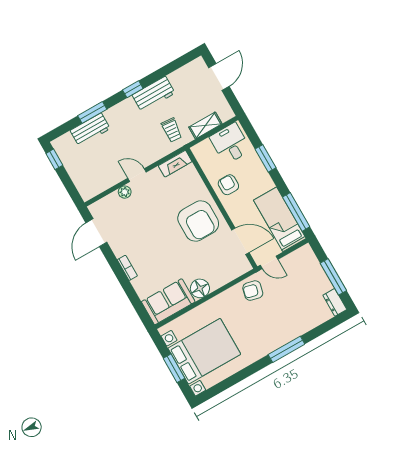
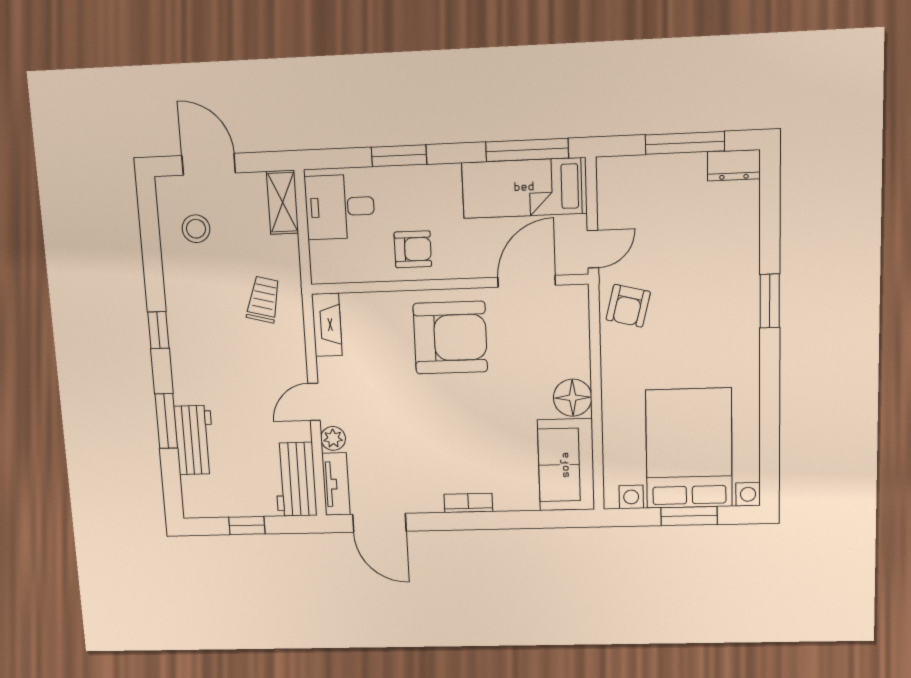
stool: (188, 85) -> (196, 229), added
workbench: (154, 94) -> (295, 479), moved, turned 180
shelving: (205, 125) -> (283, 202), moved
trolley: (172, 130) -> (264, 300), turned -81
window: (54, 159) -> (247, 526), moved
armchair: (228, 185) -> (413, 249), turned 180
tv unit: (104, 204) -> (336, 484), added
window: (286, 349) -> (770, 301), width x0.69

